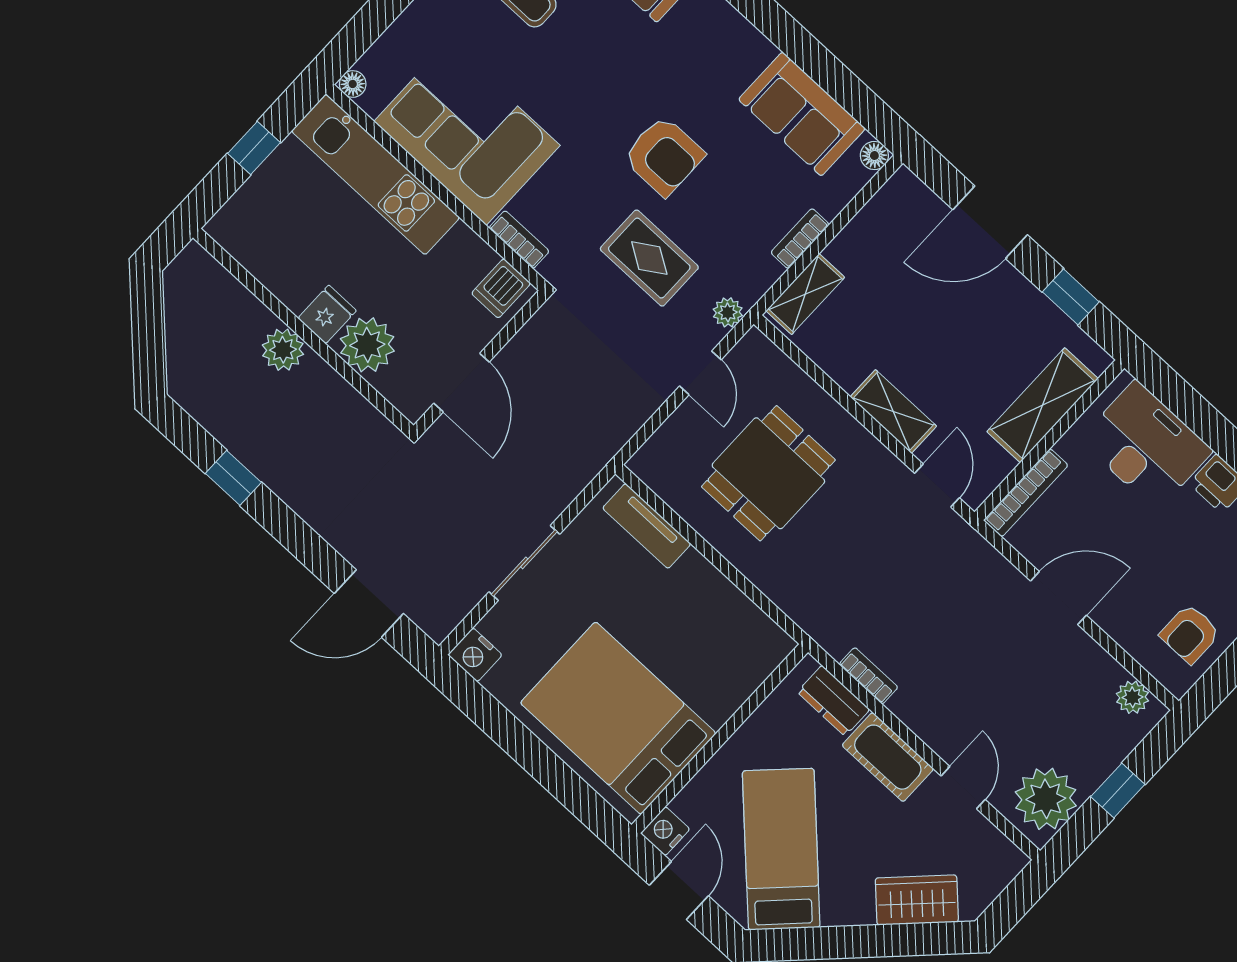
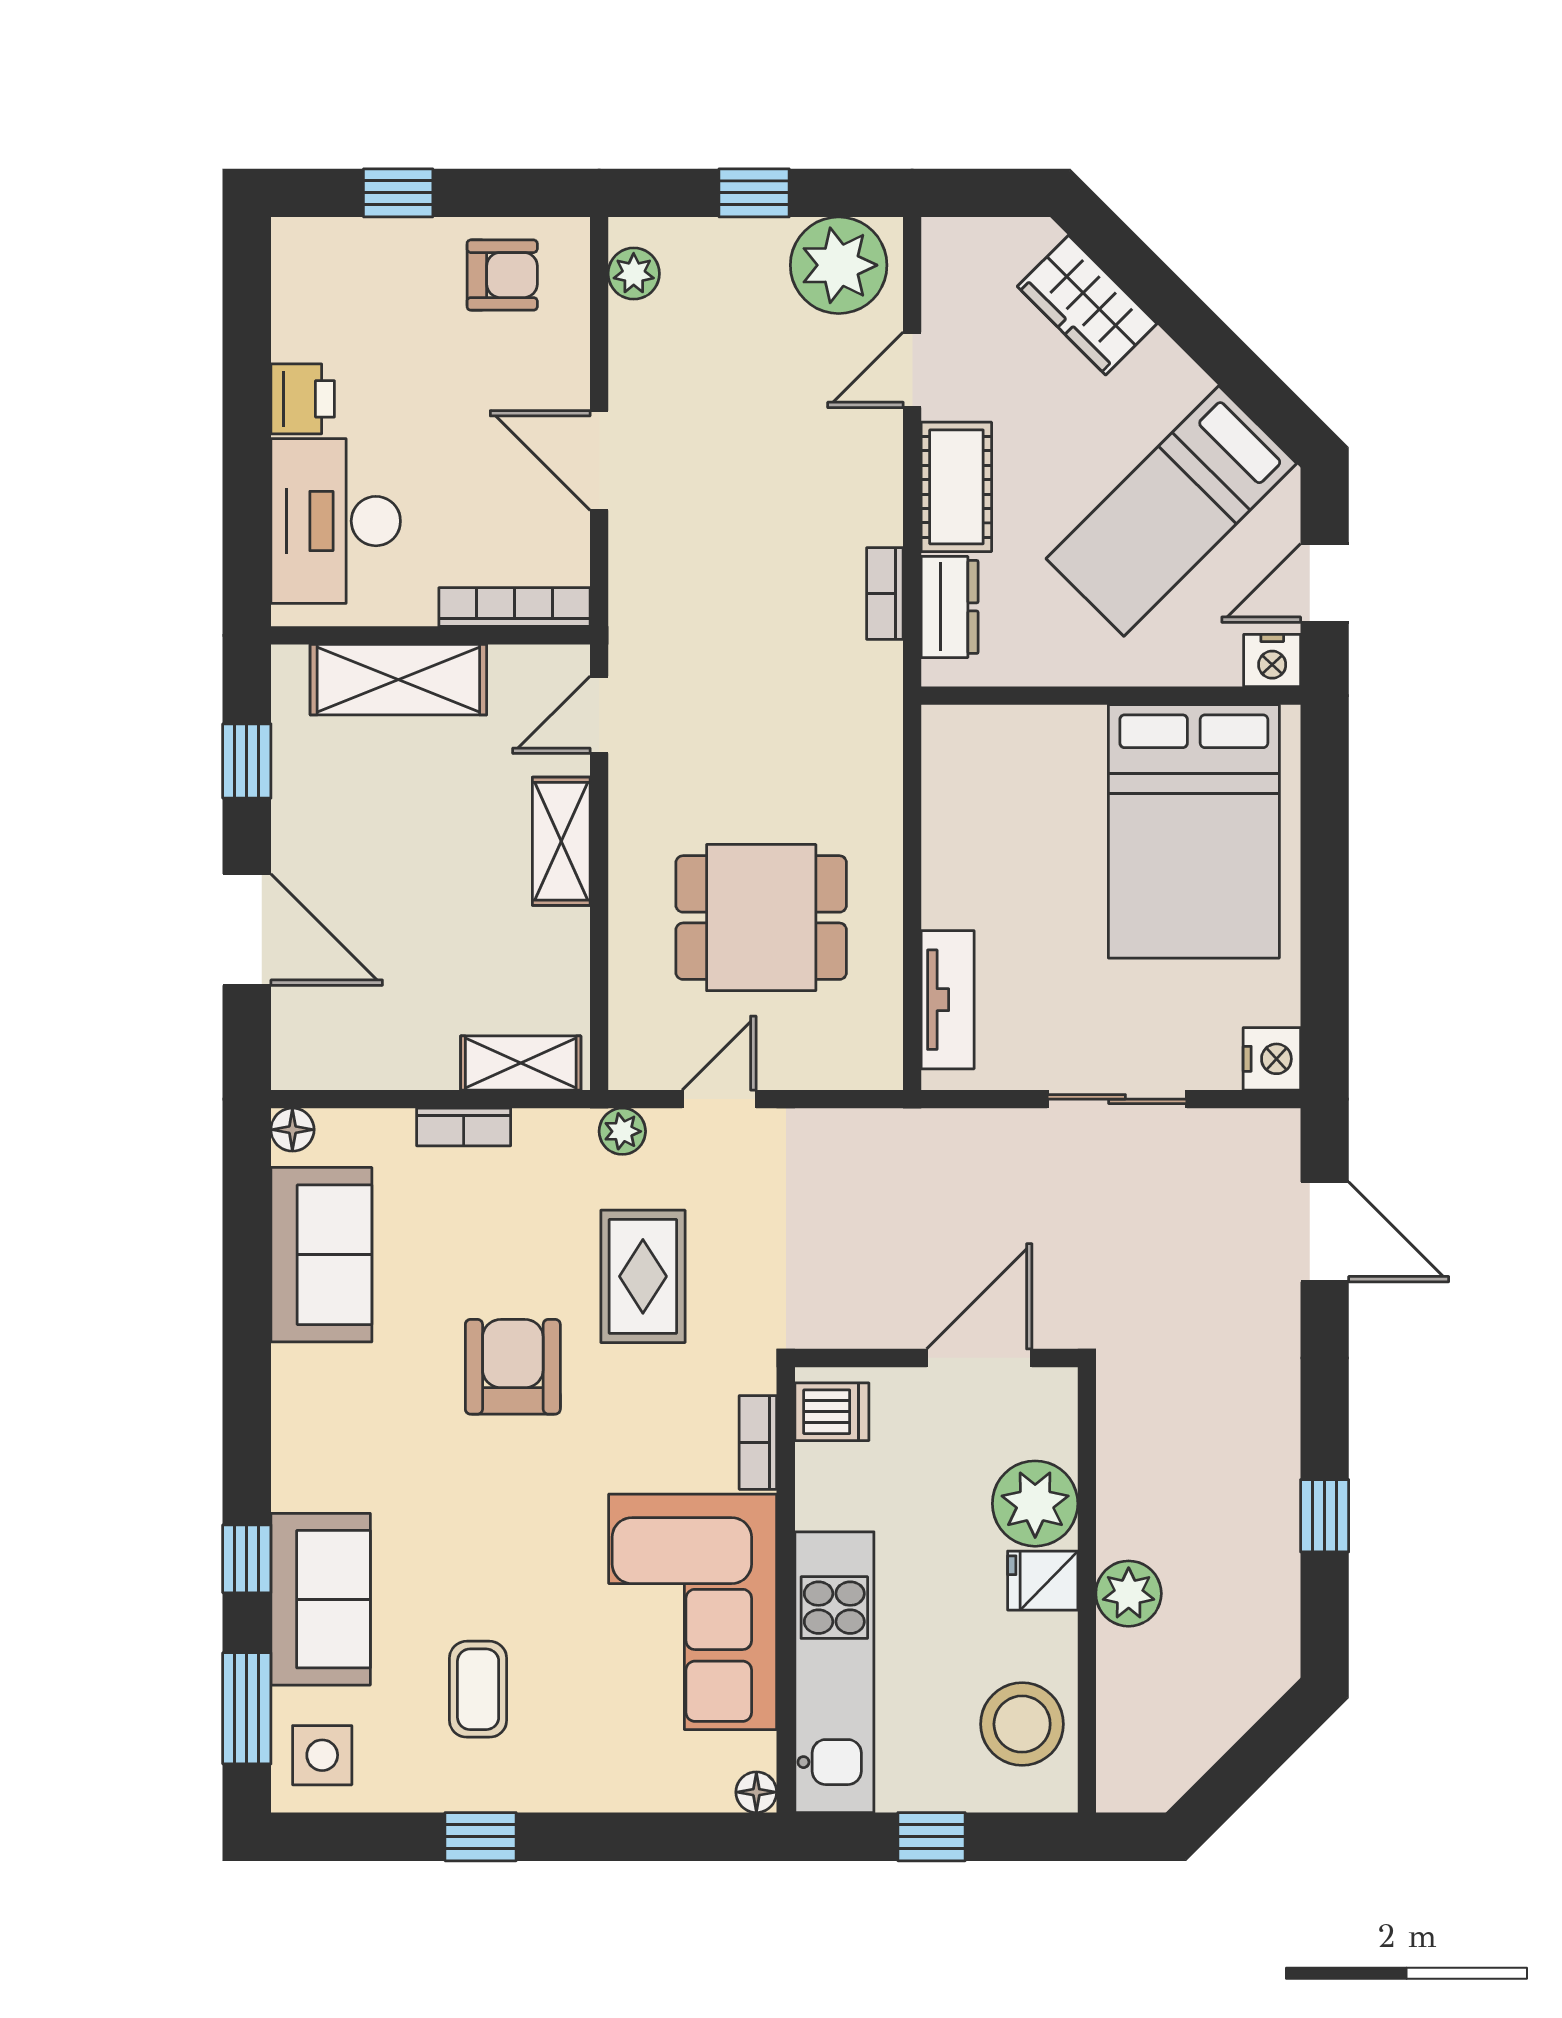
stool: (268, 241) -> (1022, 1724), added

